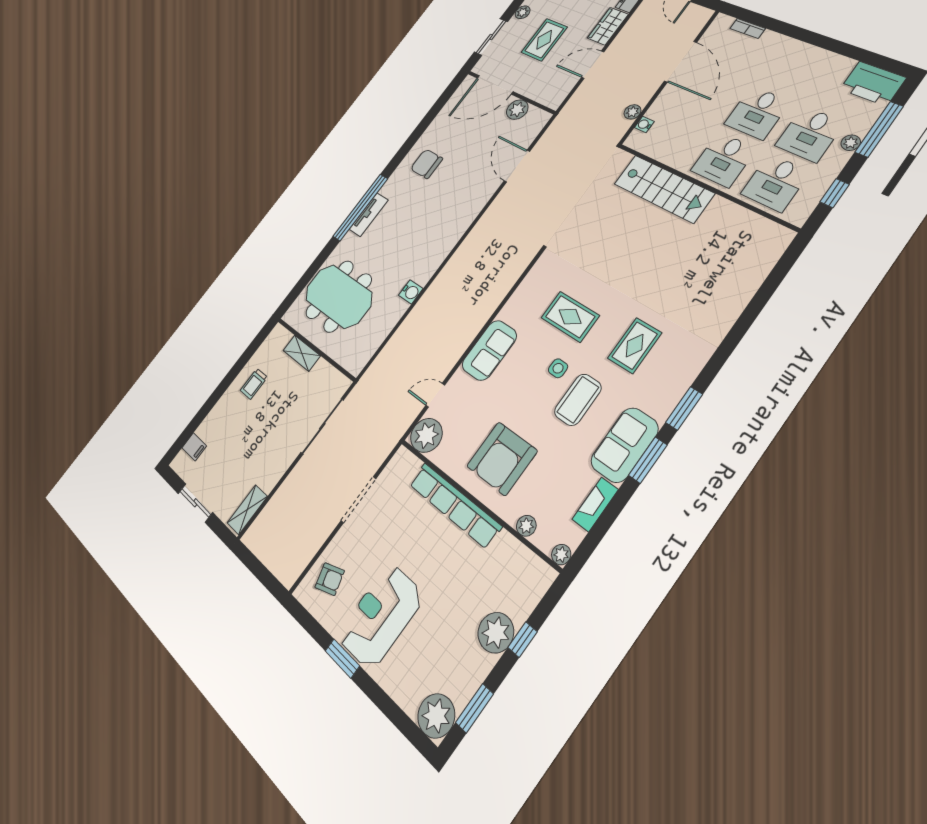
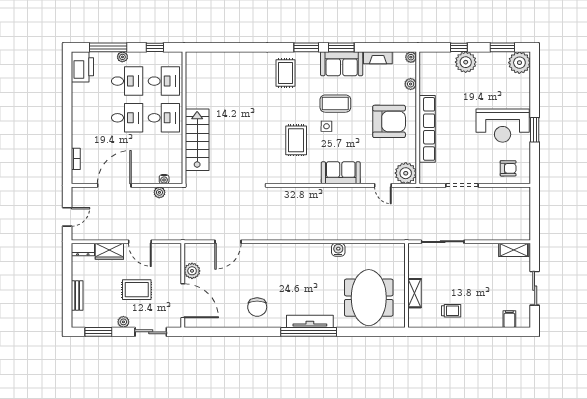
tv unit: (369, 215) -> (310, 321), width x1.41
rug: (635, 346) -> (286, 73), moved, turned 90
armchair: (330, 579) -> (508, 168), turned 108

